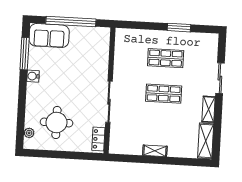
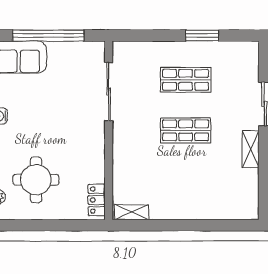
sliding door: (109, 102) -> (109, 92), moved
shelving: (206, 141) -> (249, 194), removed
shelving: (155, 151) -> (132, 212), moved

